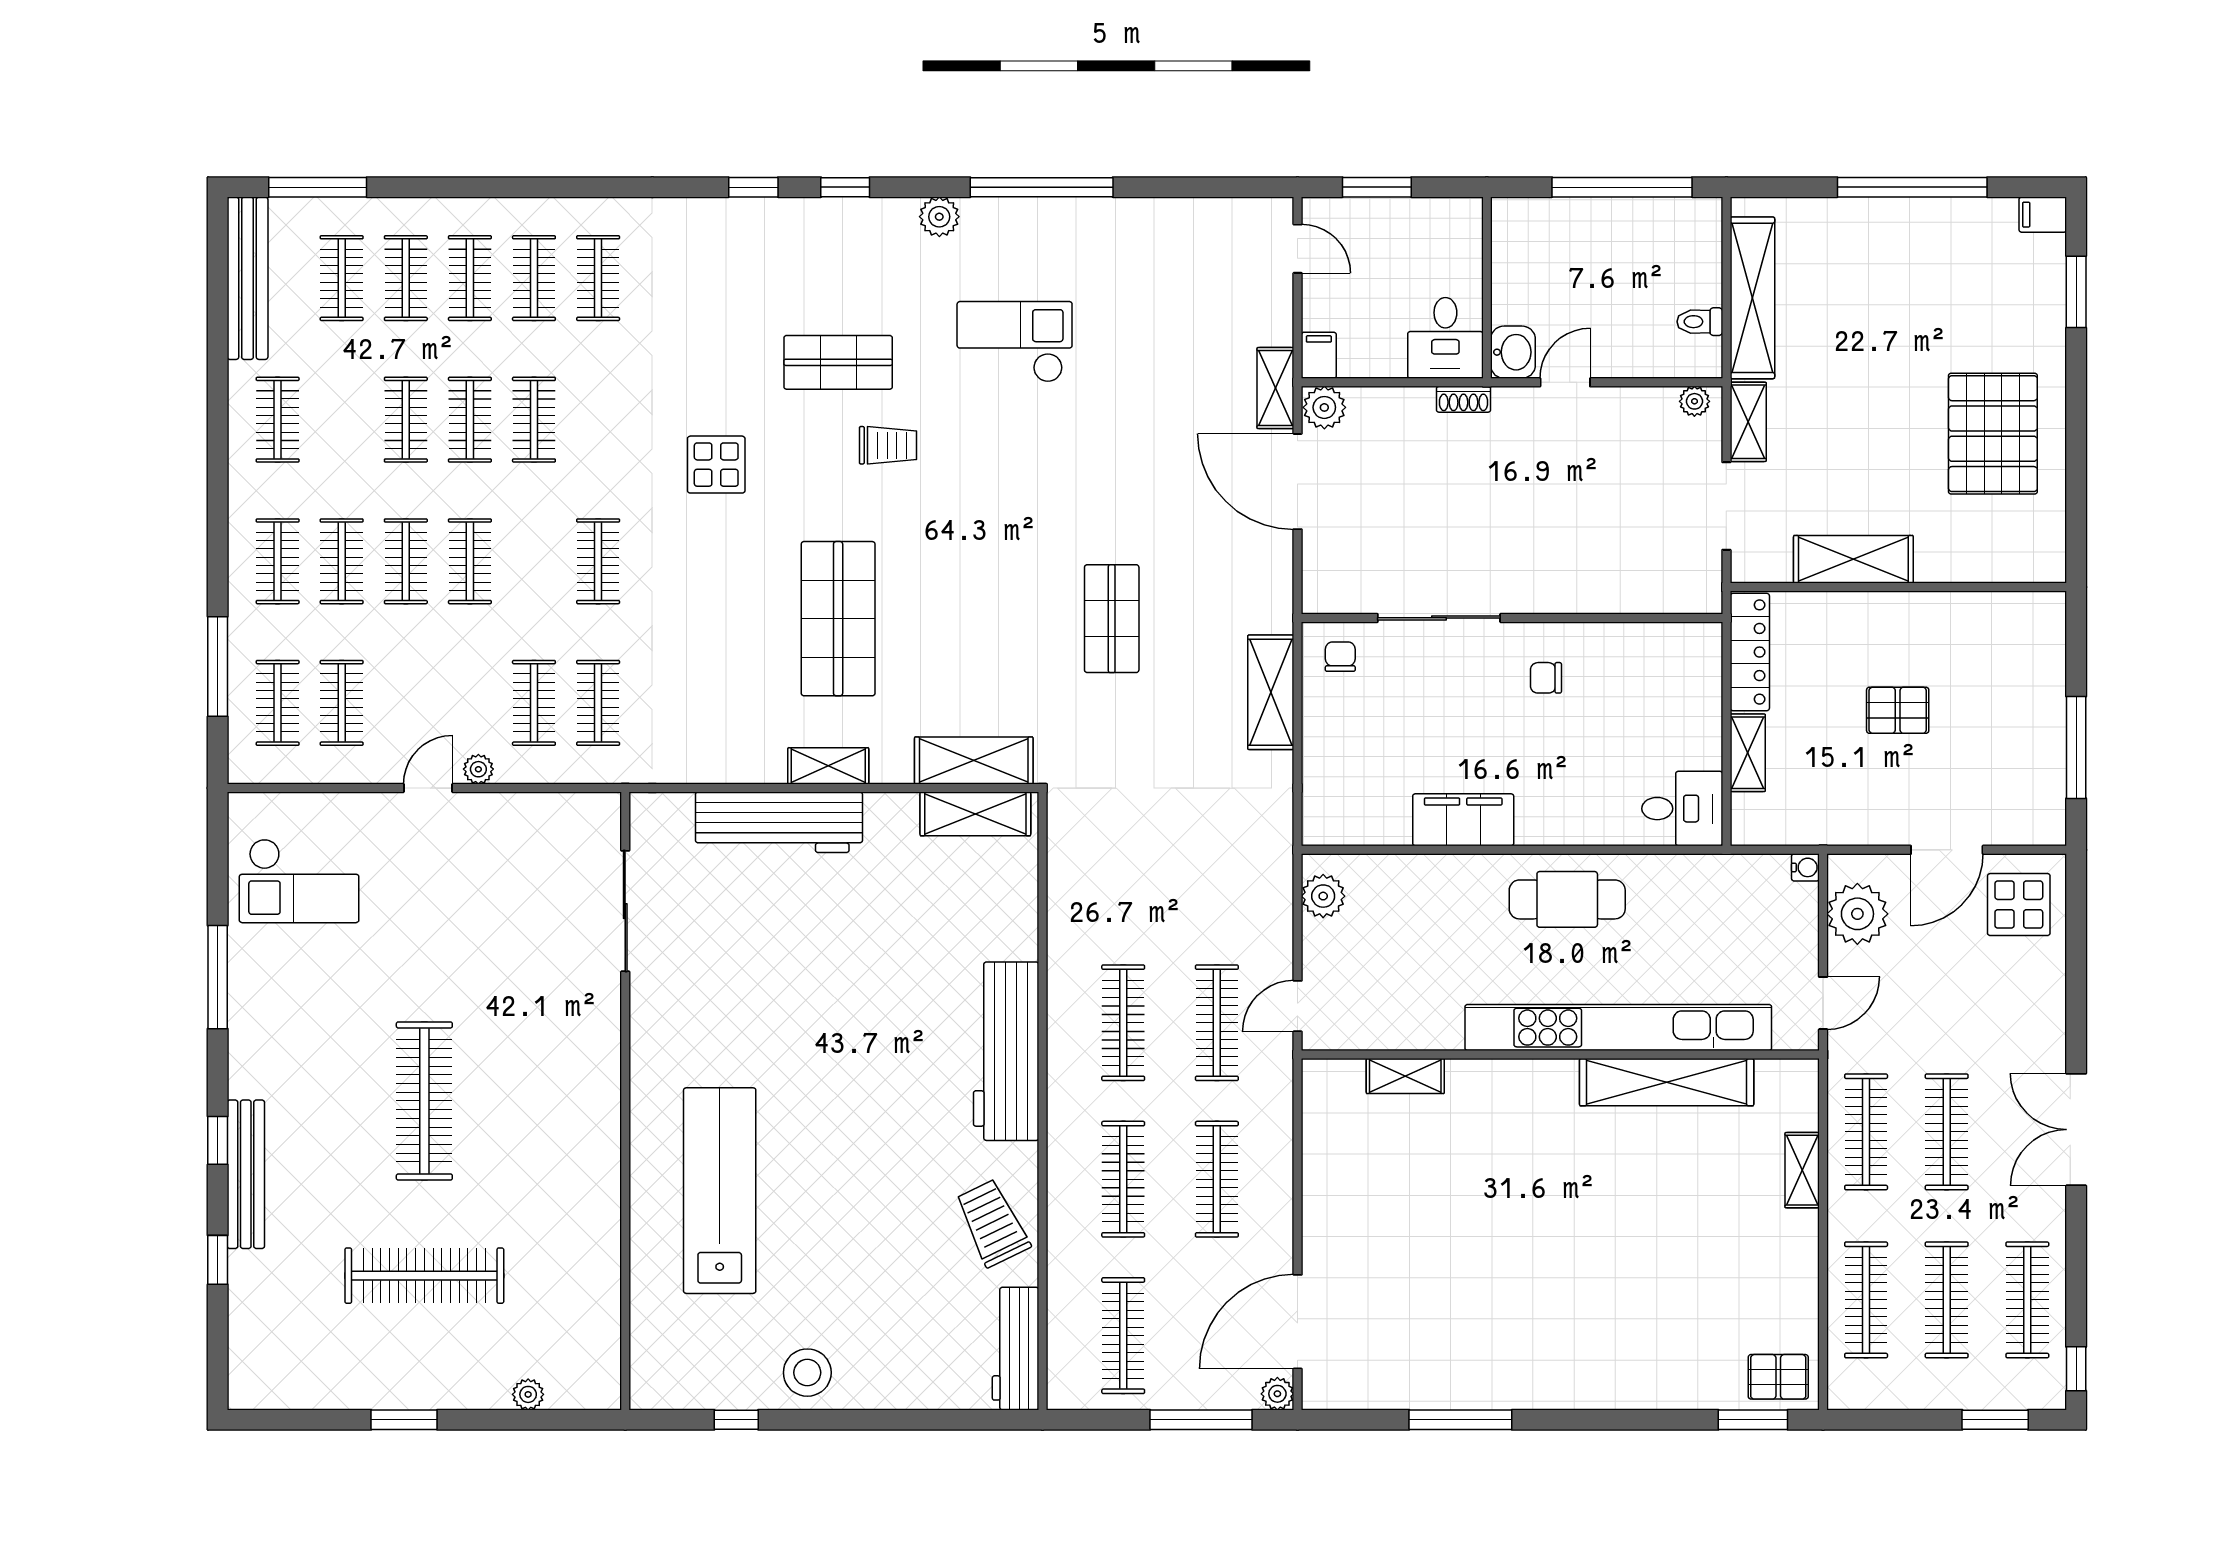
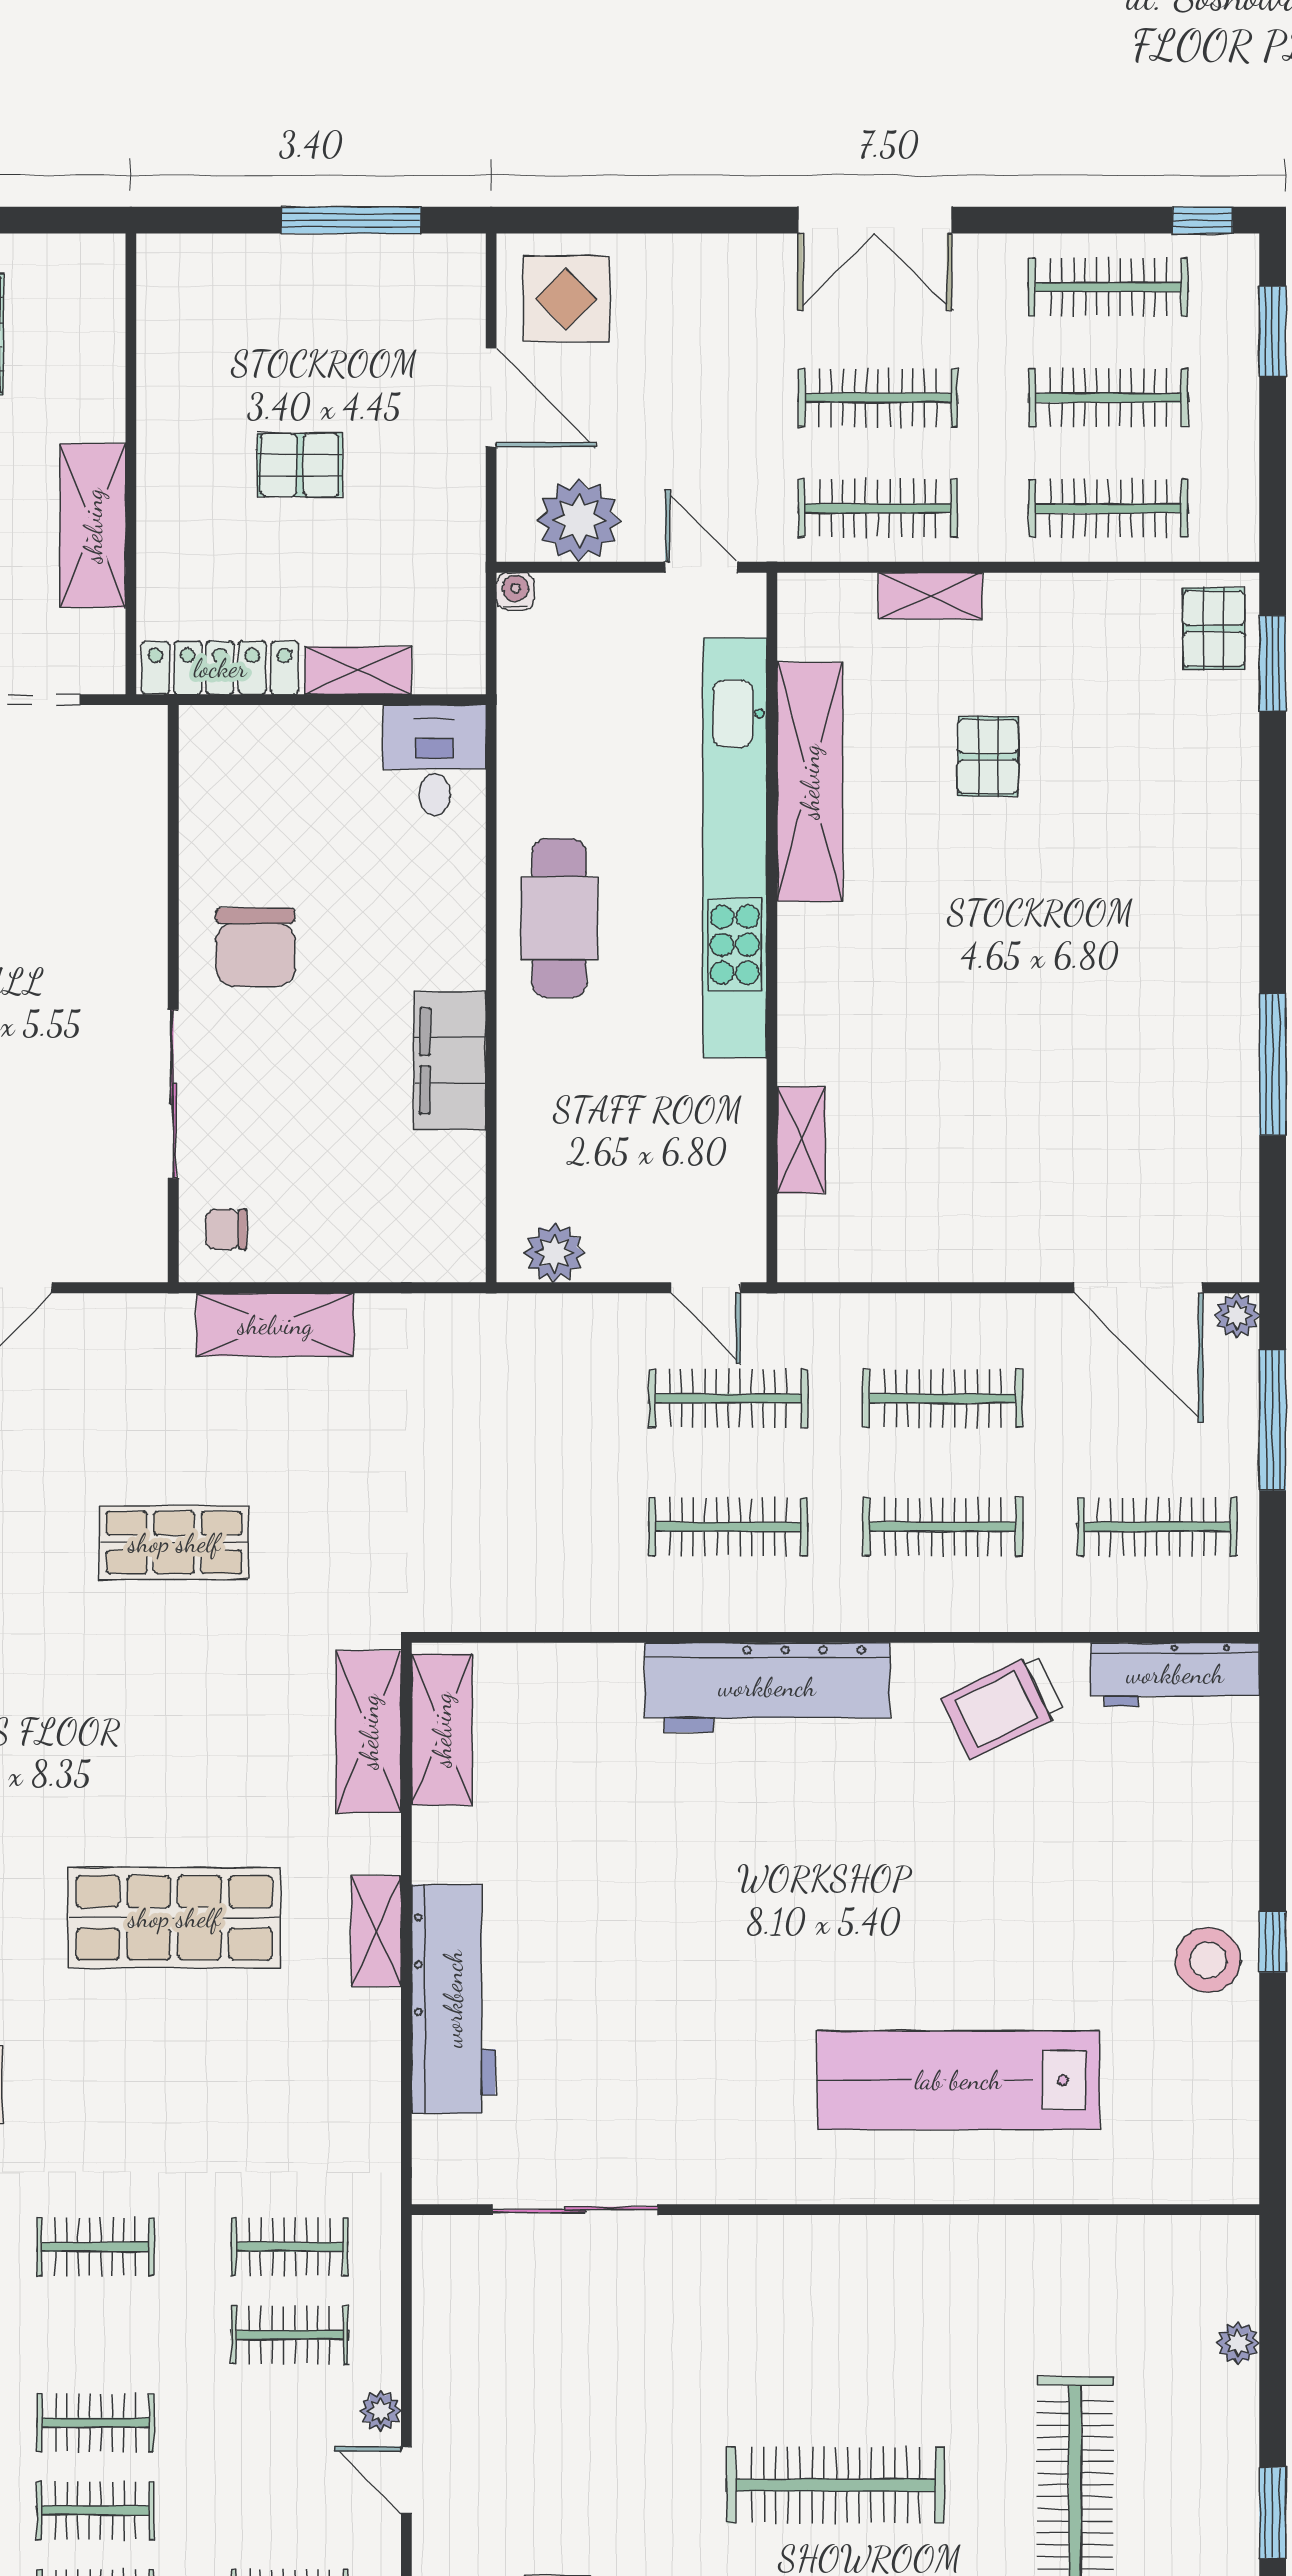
chair: (1546, 678) -> (255, 947), width x1.87, depth x1.87
pallet: (1898, 710) -> (300, 465), turned 90
pallet: (1685, 1212) -> (988, 756), added
window: (736, 1420) -> (1273, 1942), moved

